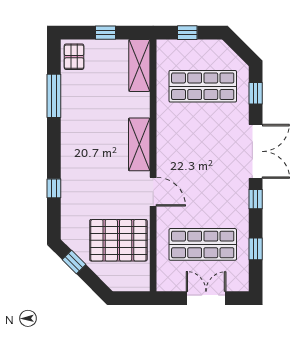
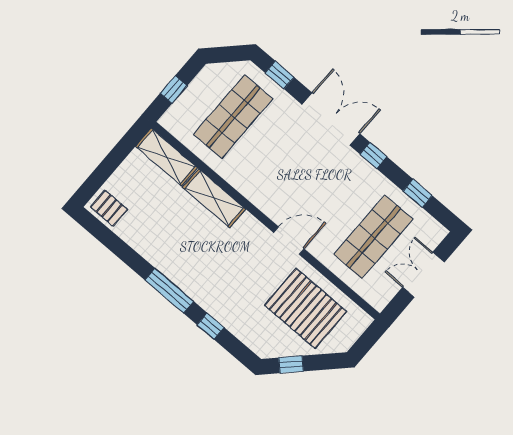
window: (105, 33) -> (111, 162), removed
window: (54, 96) -> (169, 291), moved
shelving: (139, 144) -> (214, 198), moved
pallet: (118, 240) -> (306, 308), turned 90

